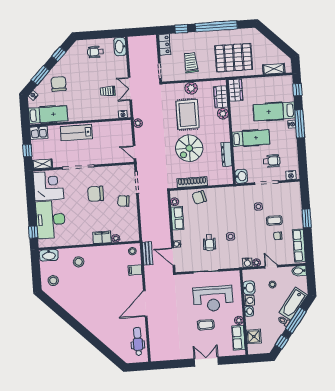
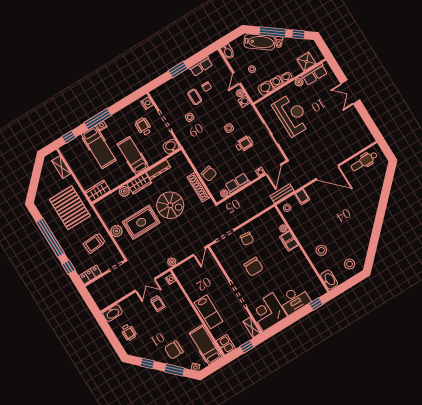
wardrobe: (221, 97) -> (139, 183), moved
desk: (50, 219) -> (294, 300), width x0.73, depth x0.77
row of seats: (299, 245) -> (201, 66), width x0.68
coffee table: (206, 325) -> (318, 109), removed

